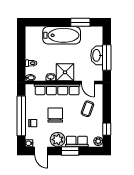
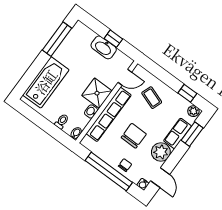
window: (80, 22) -> (57, 39), width x1.44
bathtub: (62, 35) -> (46, 82), moved
window: (107, 58) -> (113, 39), width x0.46
chair: (55, 115) -> (134, 136), turned 90
door: (41, 151) -> (160, 178), hinge flipped
window: (70, 151) -> (192, 134), moved

